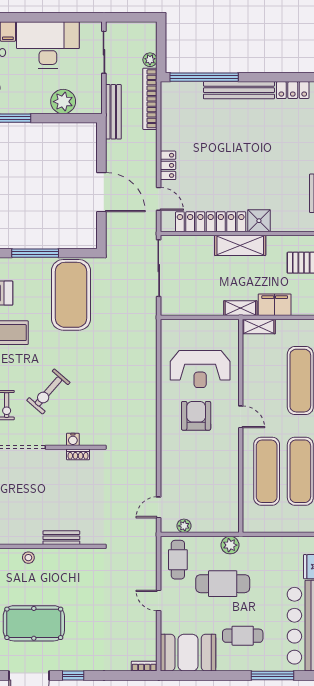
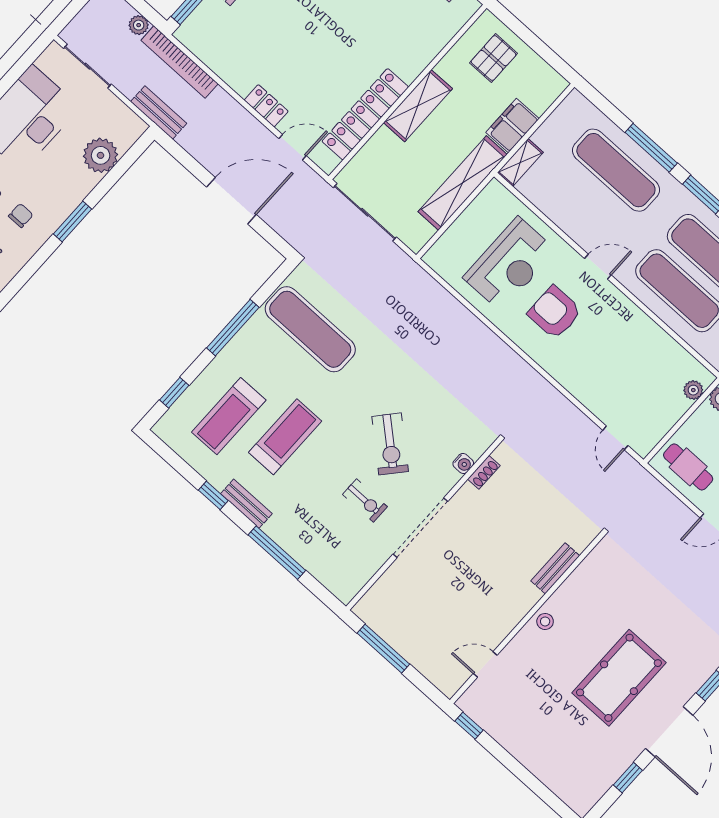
bench: (113, 112) -> (159, 113), width x0.73
shower: (259, 221) -> (410, 63), removed
exercise mat: (71, 295) -> (310, 329), width x0.68
shelving: (240, 308) -> (463, 183), width x2.20, depth x1.33
plant: (184, 526) -> (693, 390), moved

